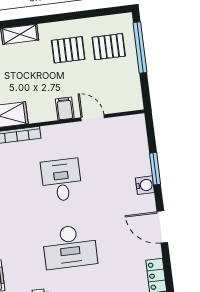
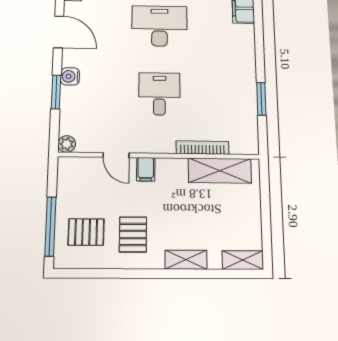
pallet: (68, 50) -> (133, 234), turned 90
plant: (138, 122) -> (67, 144), added
desk: (61, 180) -> (159, 94), turned 180

